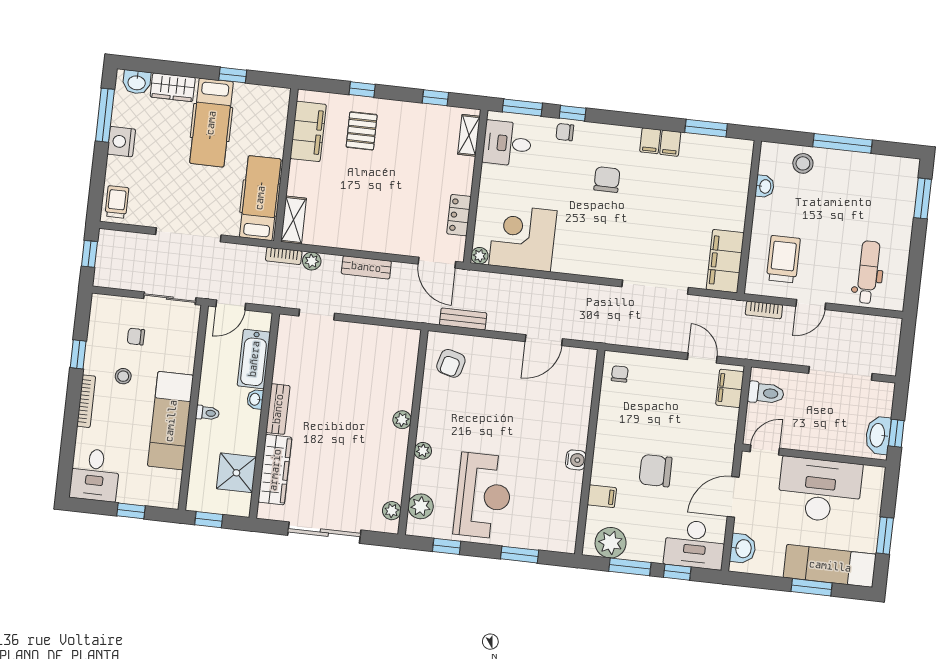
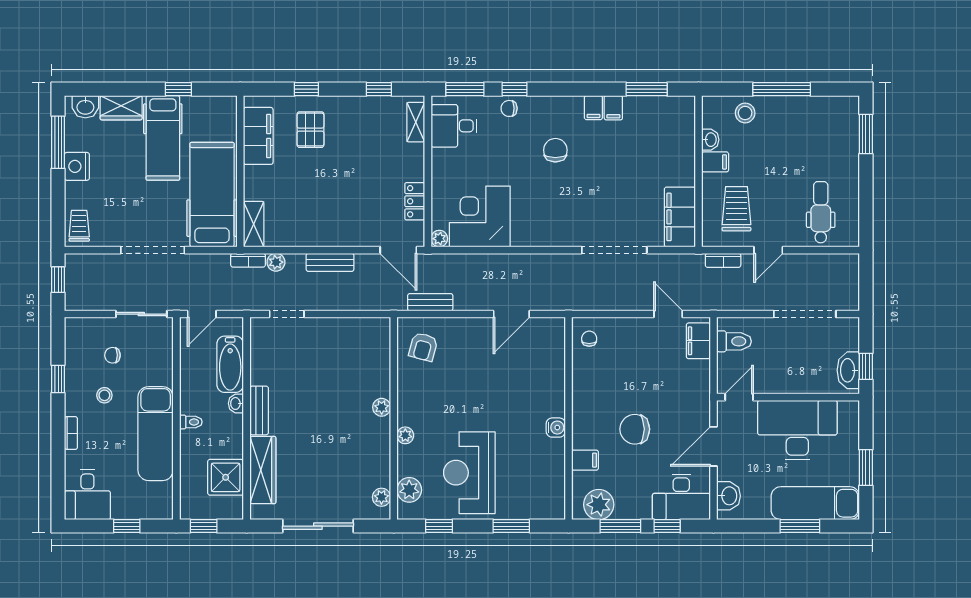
hospital bed: (260, 198) -> (212, 195), width x1.37, depth x1.29
filing cabinet: (767, 209) -> (715, 162), added
bookcase: (86, 401) -> (71, 433), width x0.64
reception desk: (483, 496) -> (469, 473), turned 180

